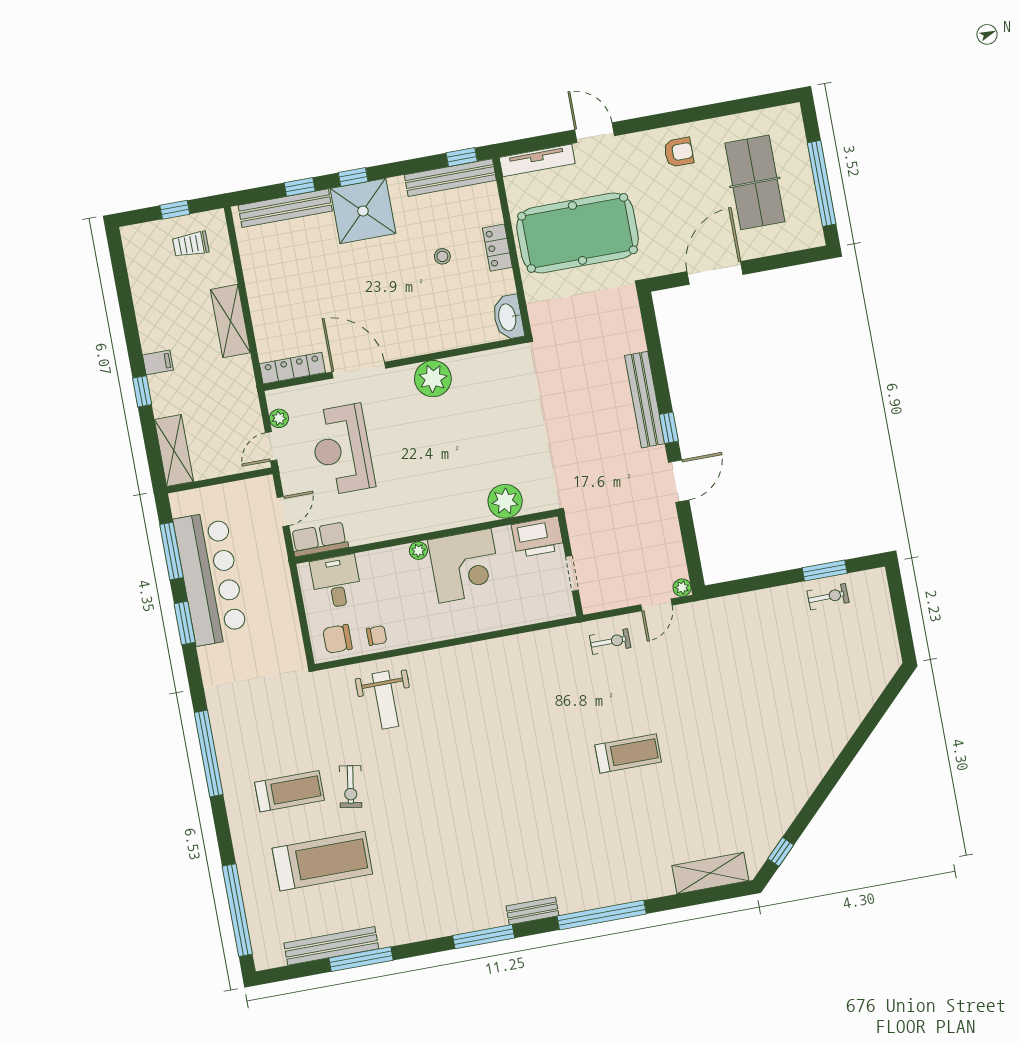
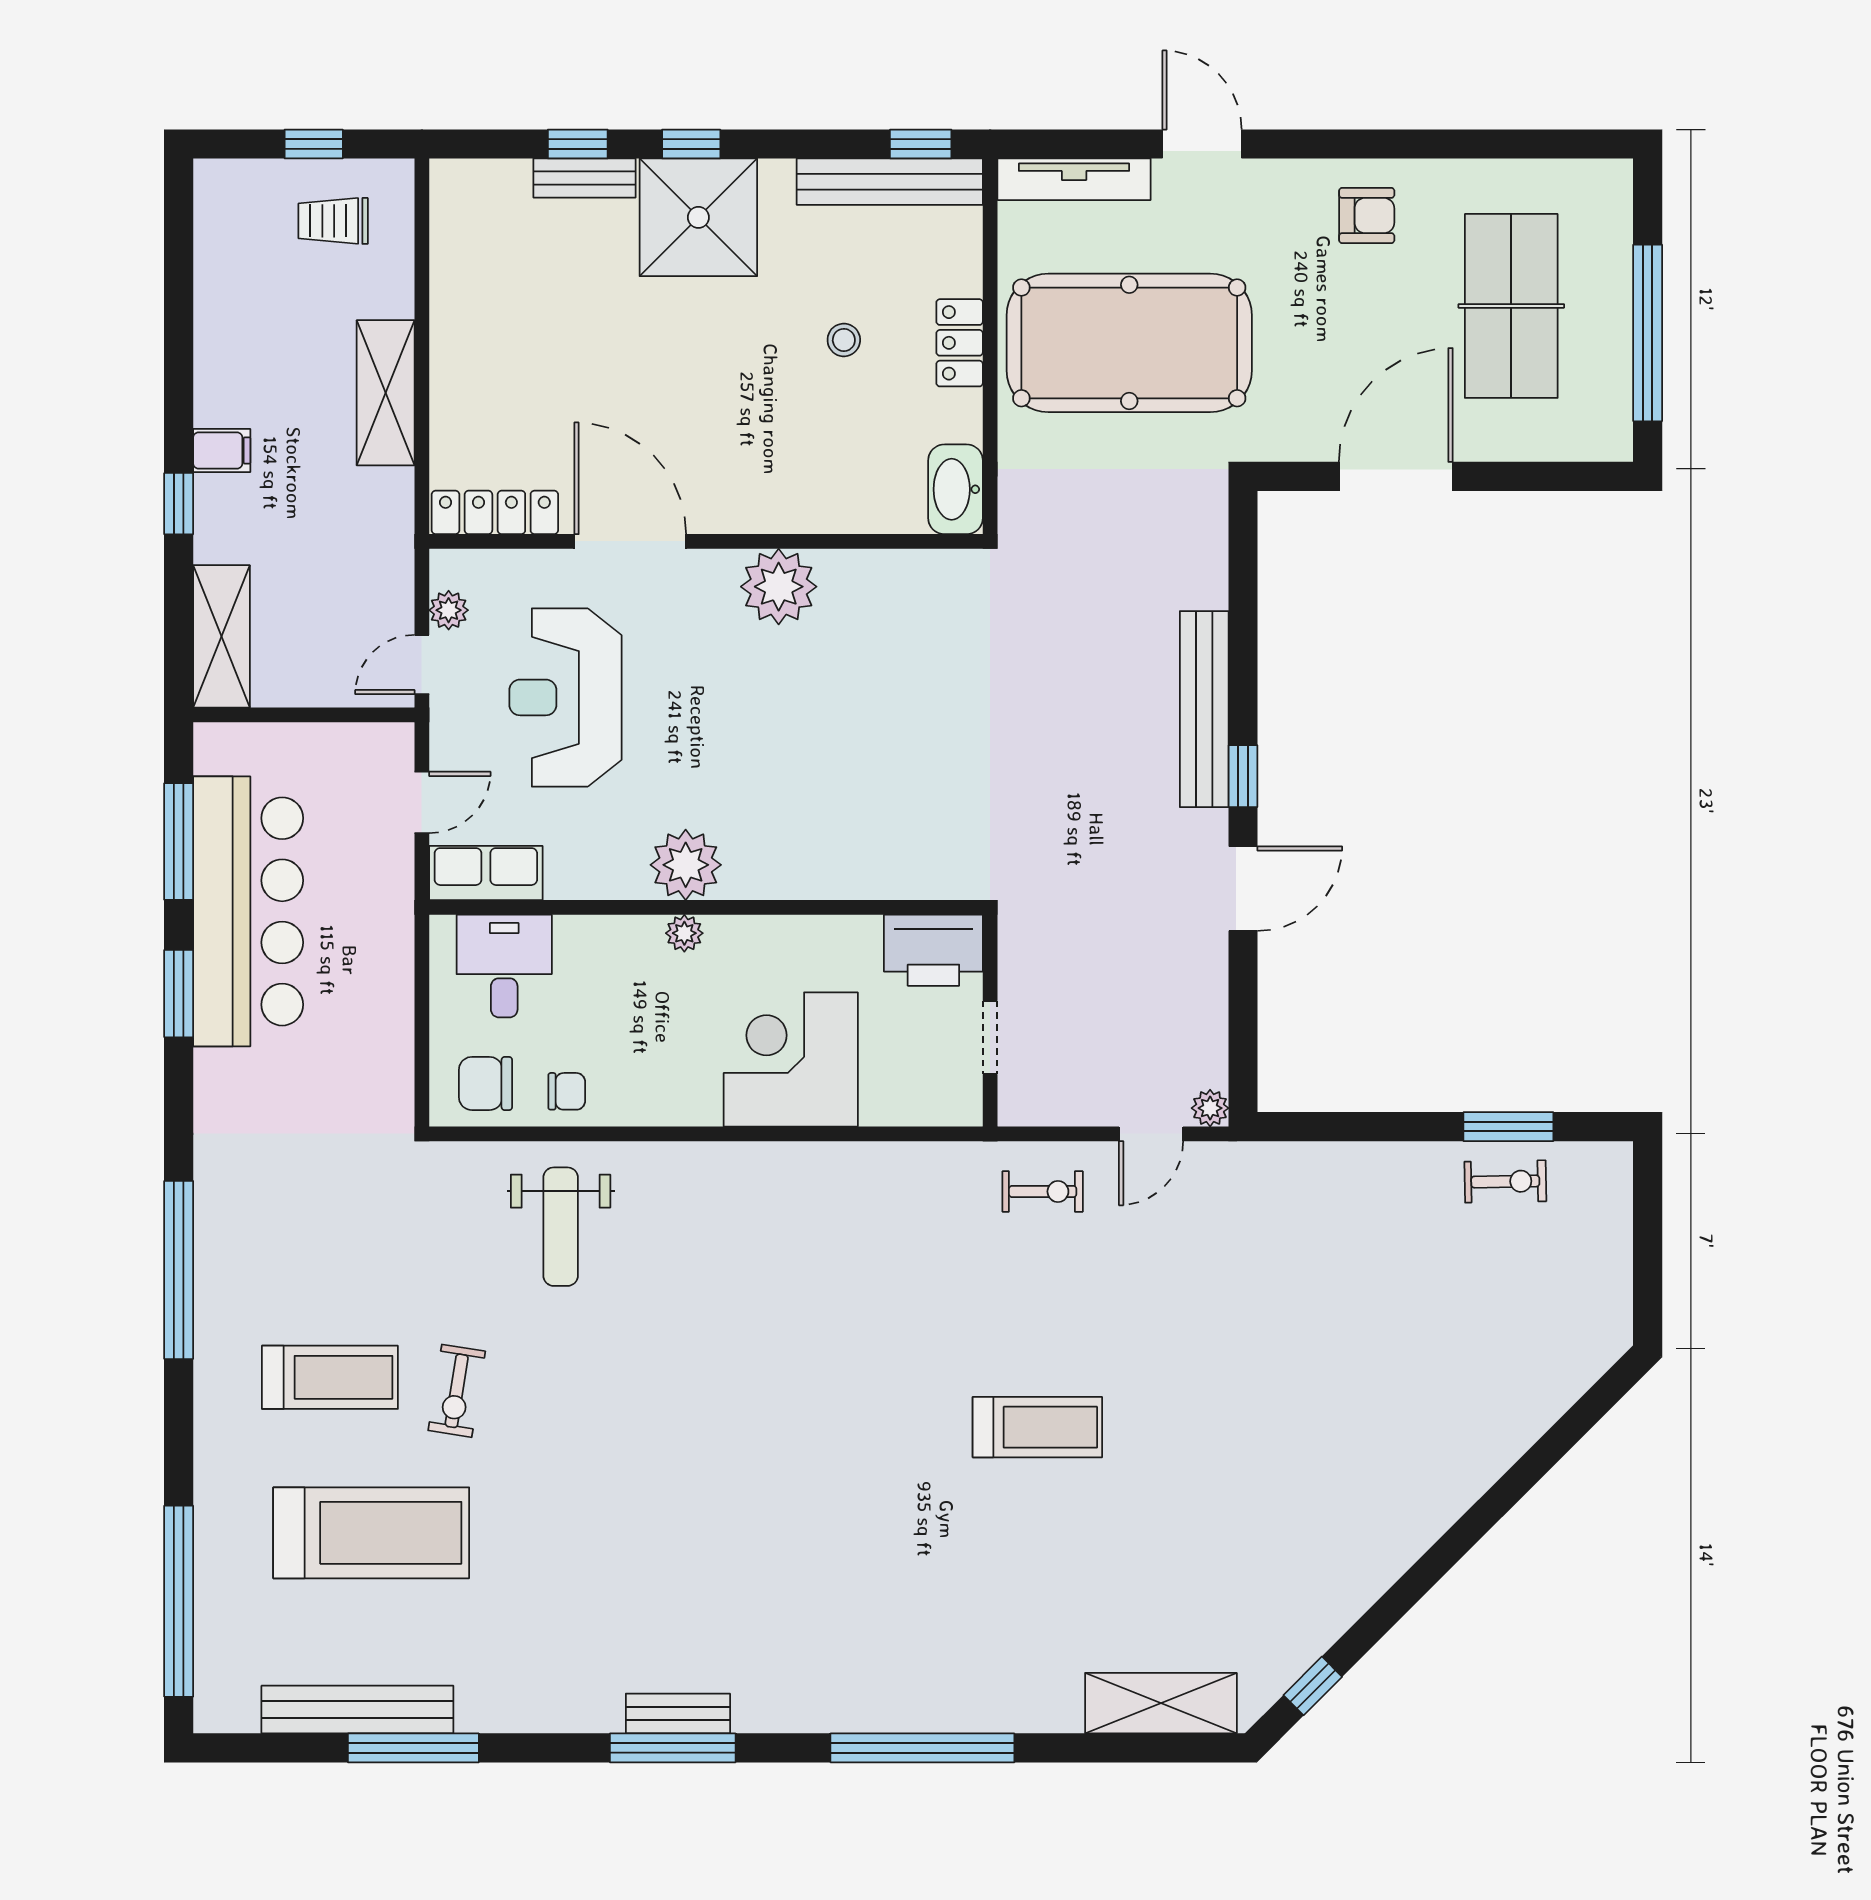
bench: (285, 208) -> (584, 178), width x0.54, depth x0.82
plant: (505, 501) -> (686, 865), moved
corner desk: (465, 566) -> (791, 1059), moved, turned 180
bench: (532, 911) -> (678, 1714), moved

